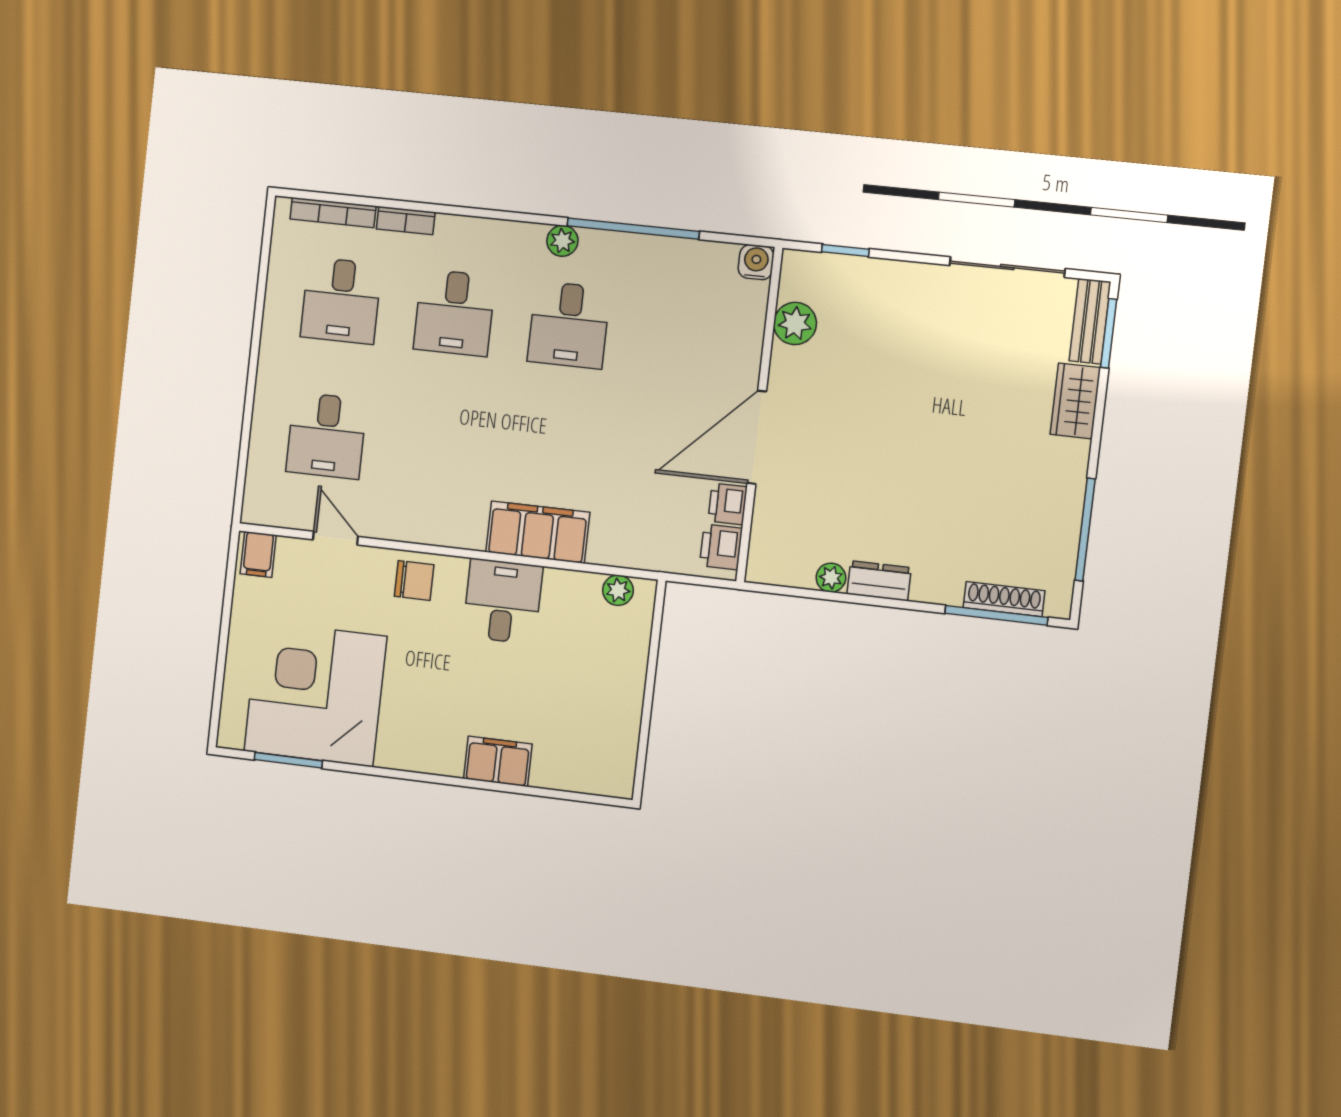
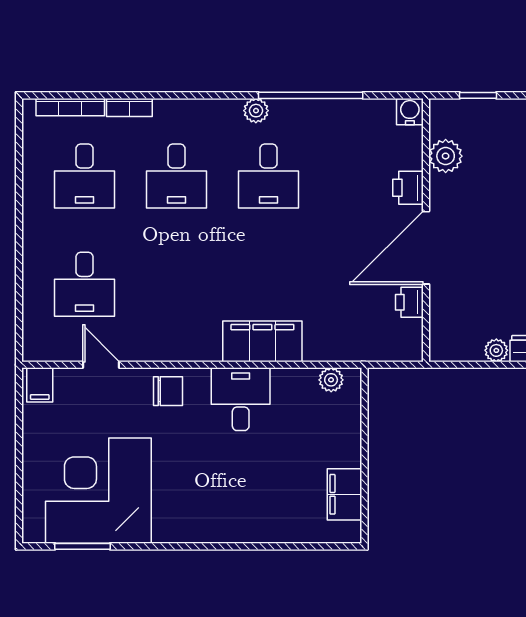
printer: (721, 547) -> (408, 188), moved
filing cabinet: (498, 761) -> (344, 494), moved, turned -90

